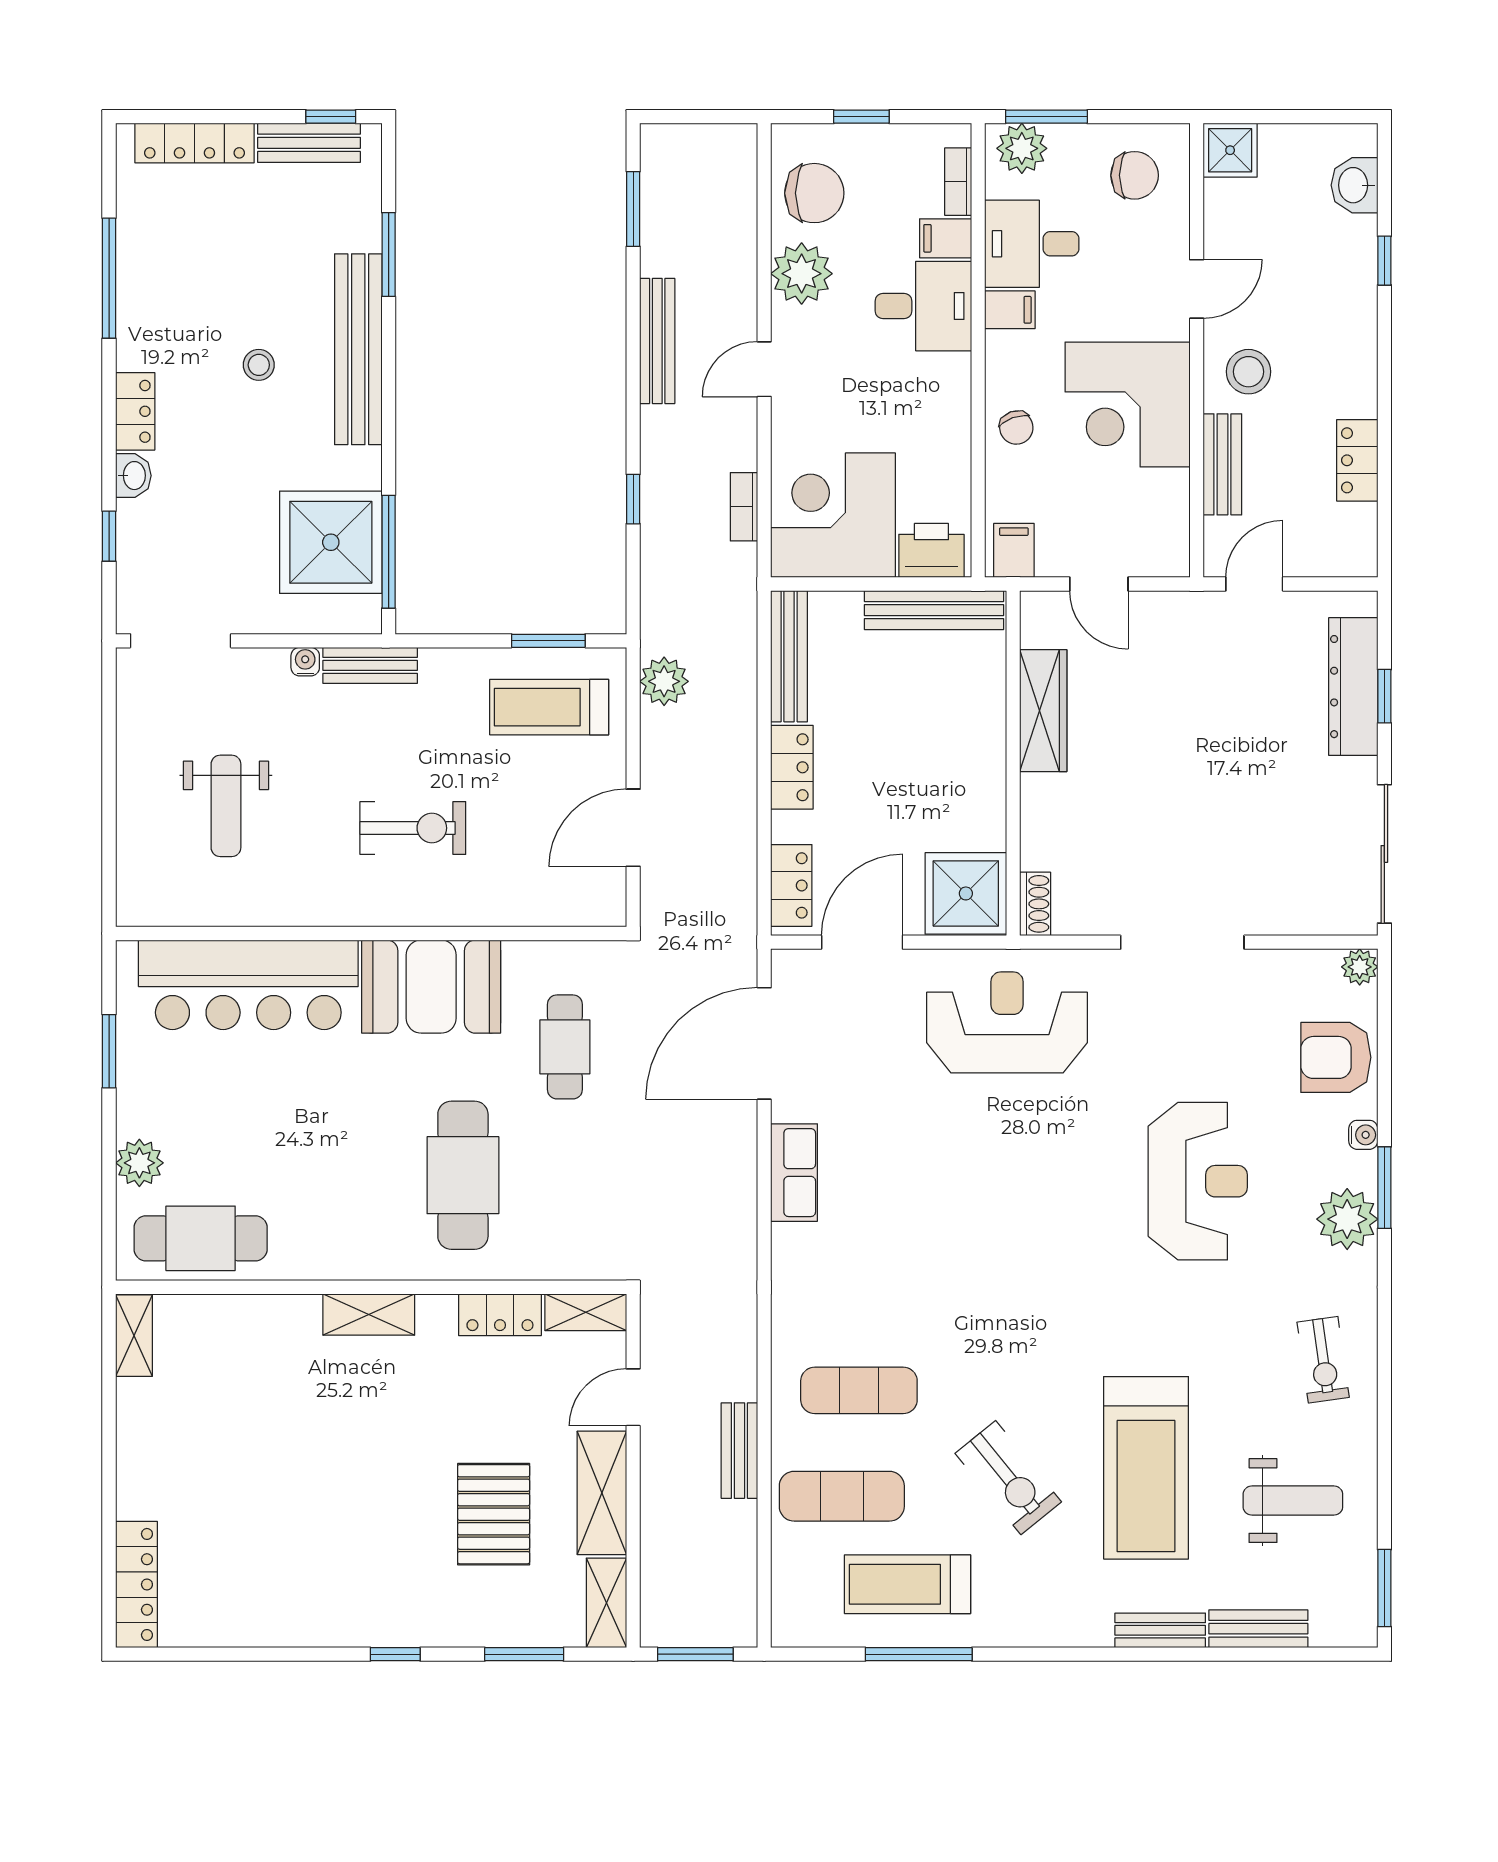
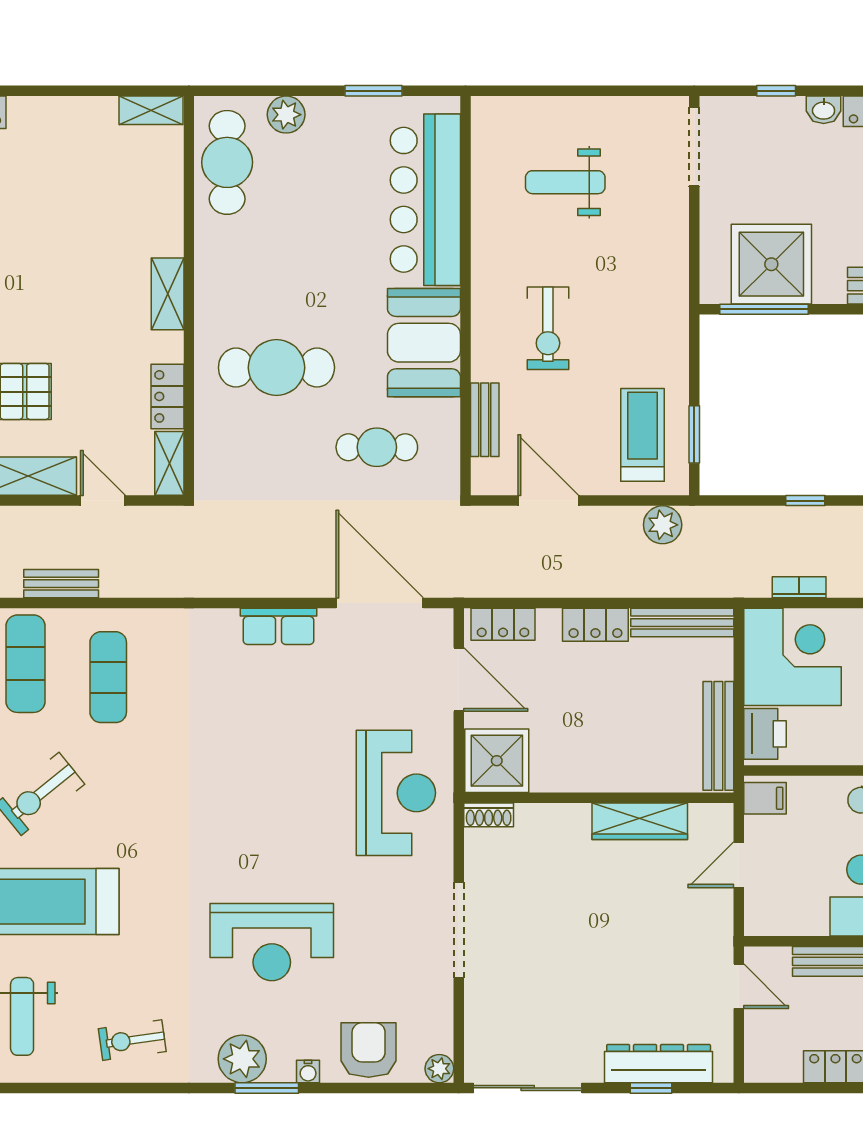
water cooler: (305, 662) -> (678, 244), removed
bench: (370, 665) -> (485, 420), moved

